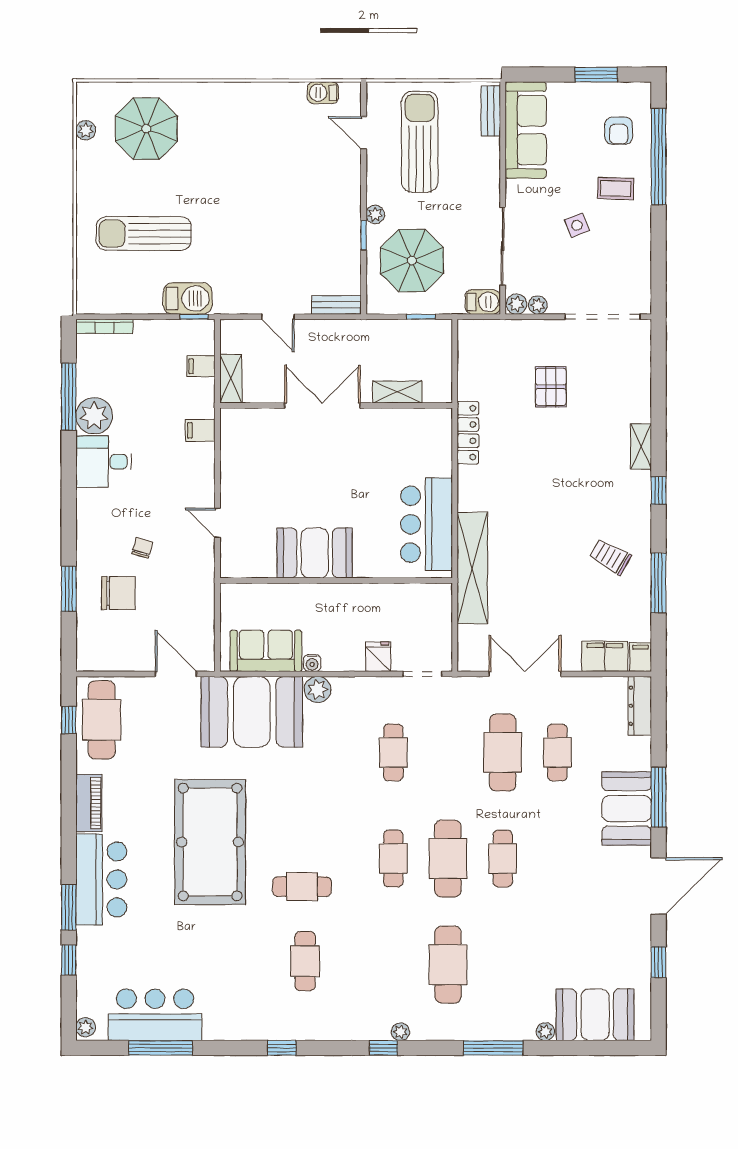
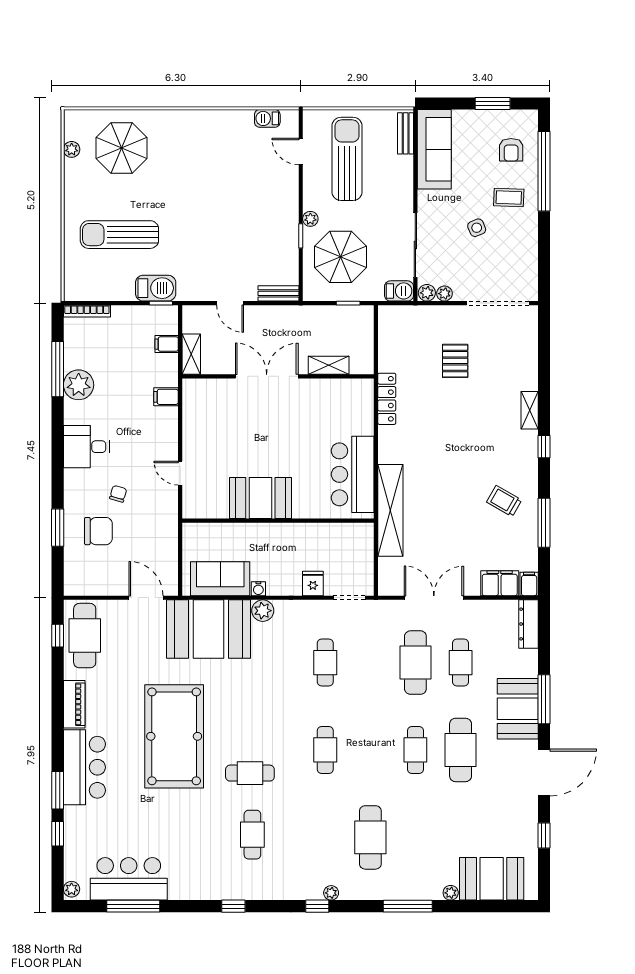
desk: (104, 462) -> (86, 447), moved
cafe table: (448, 859) -> (461, 750), moved

